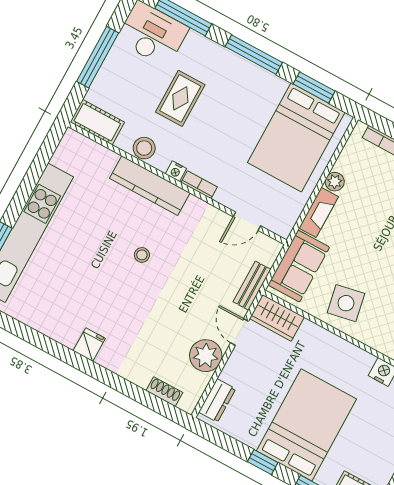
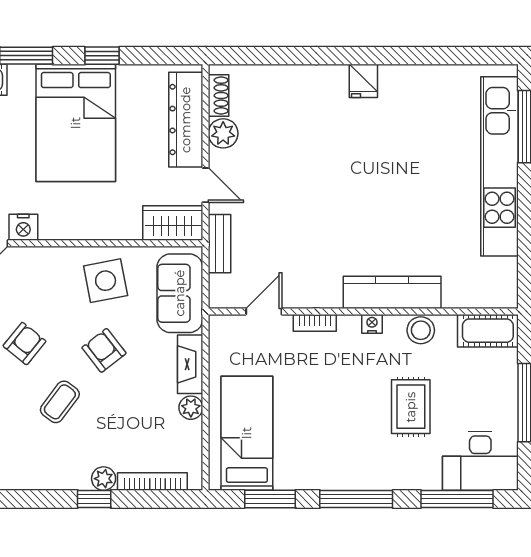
bed: (296, 137) -> (247, 433), width x0.67
bookcase: (199, 185) -> (315, 323), moved
stool: (142, 255) -> (359, 211), removed
armchair: (374, 255) -> (104, 350), added
plant: (206, 356) -> (223, 133), width x0.73, depth x0.73
shoe rack: (164, 392) -> (218, 96), moved, turned -90
dresser: (217, 400) -> (186, 120), width x1.96, depth x1.24

